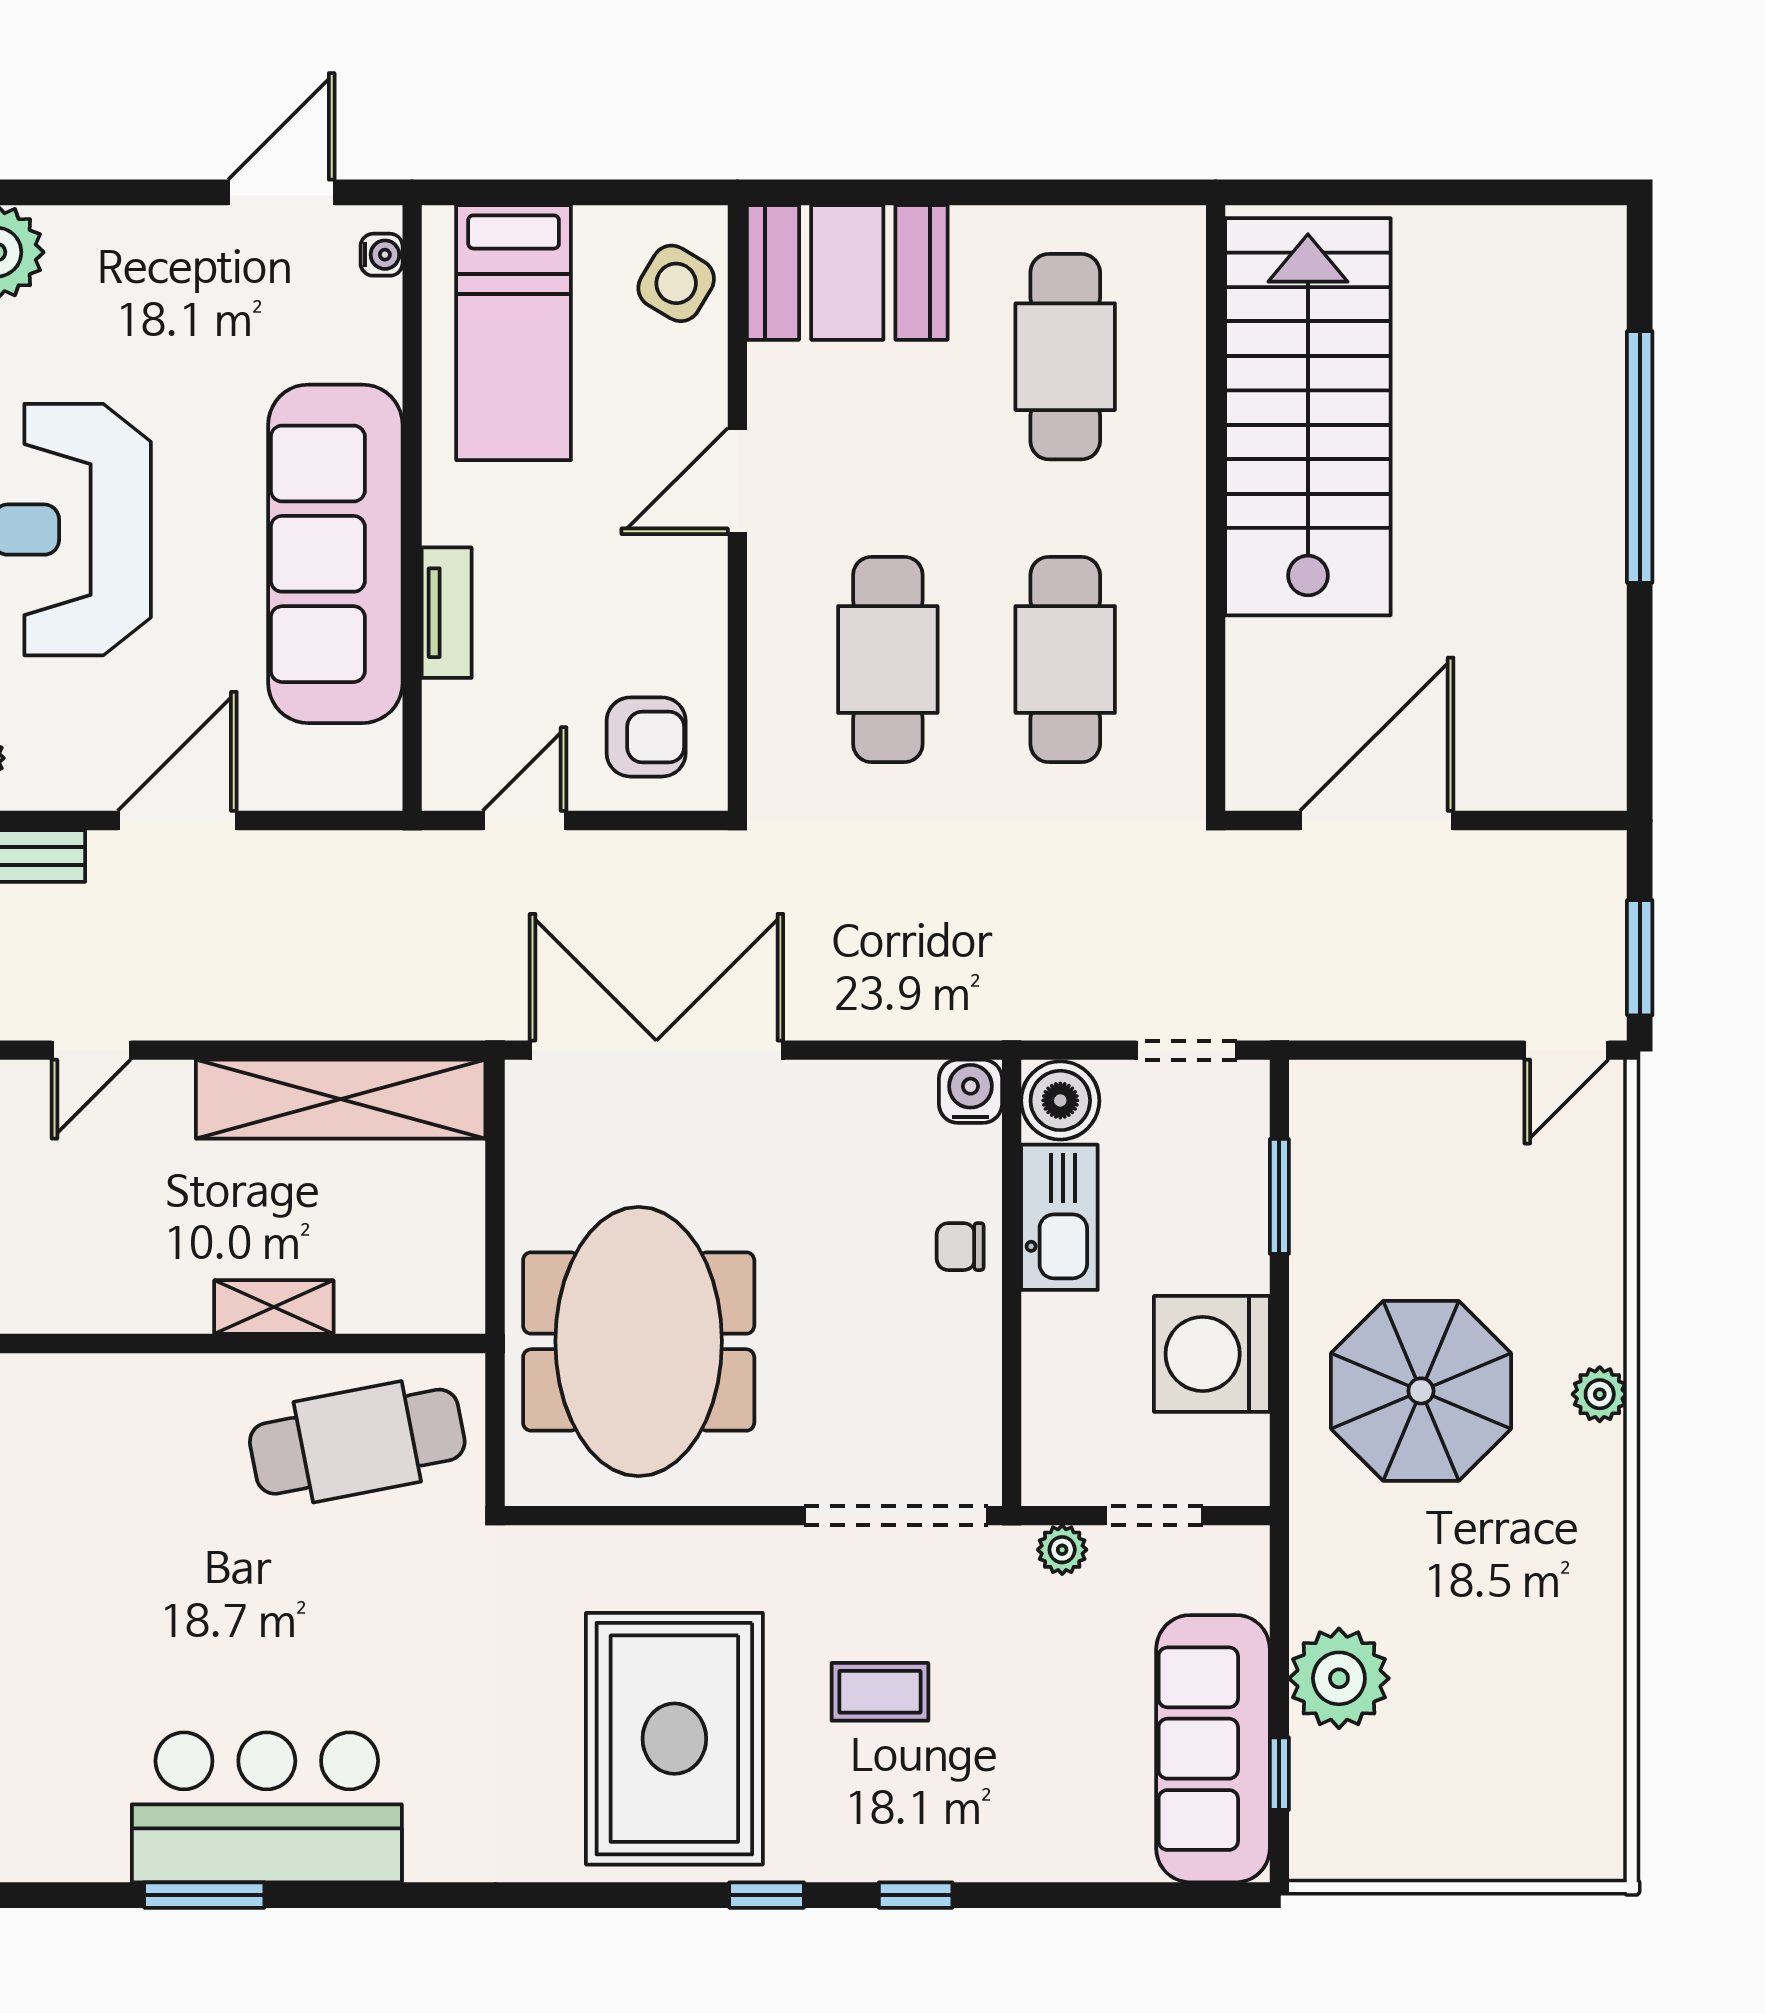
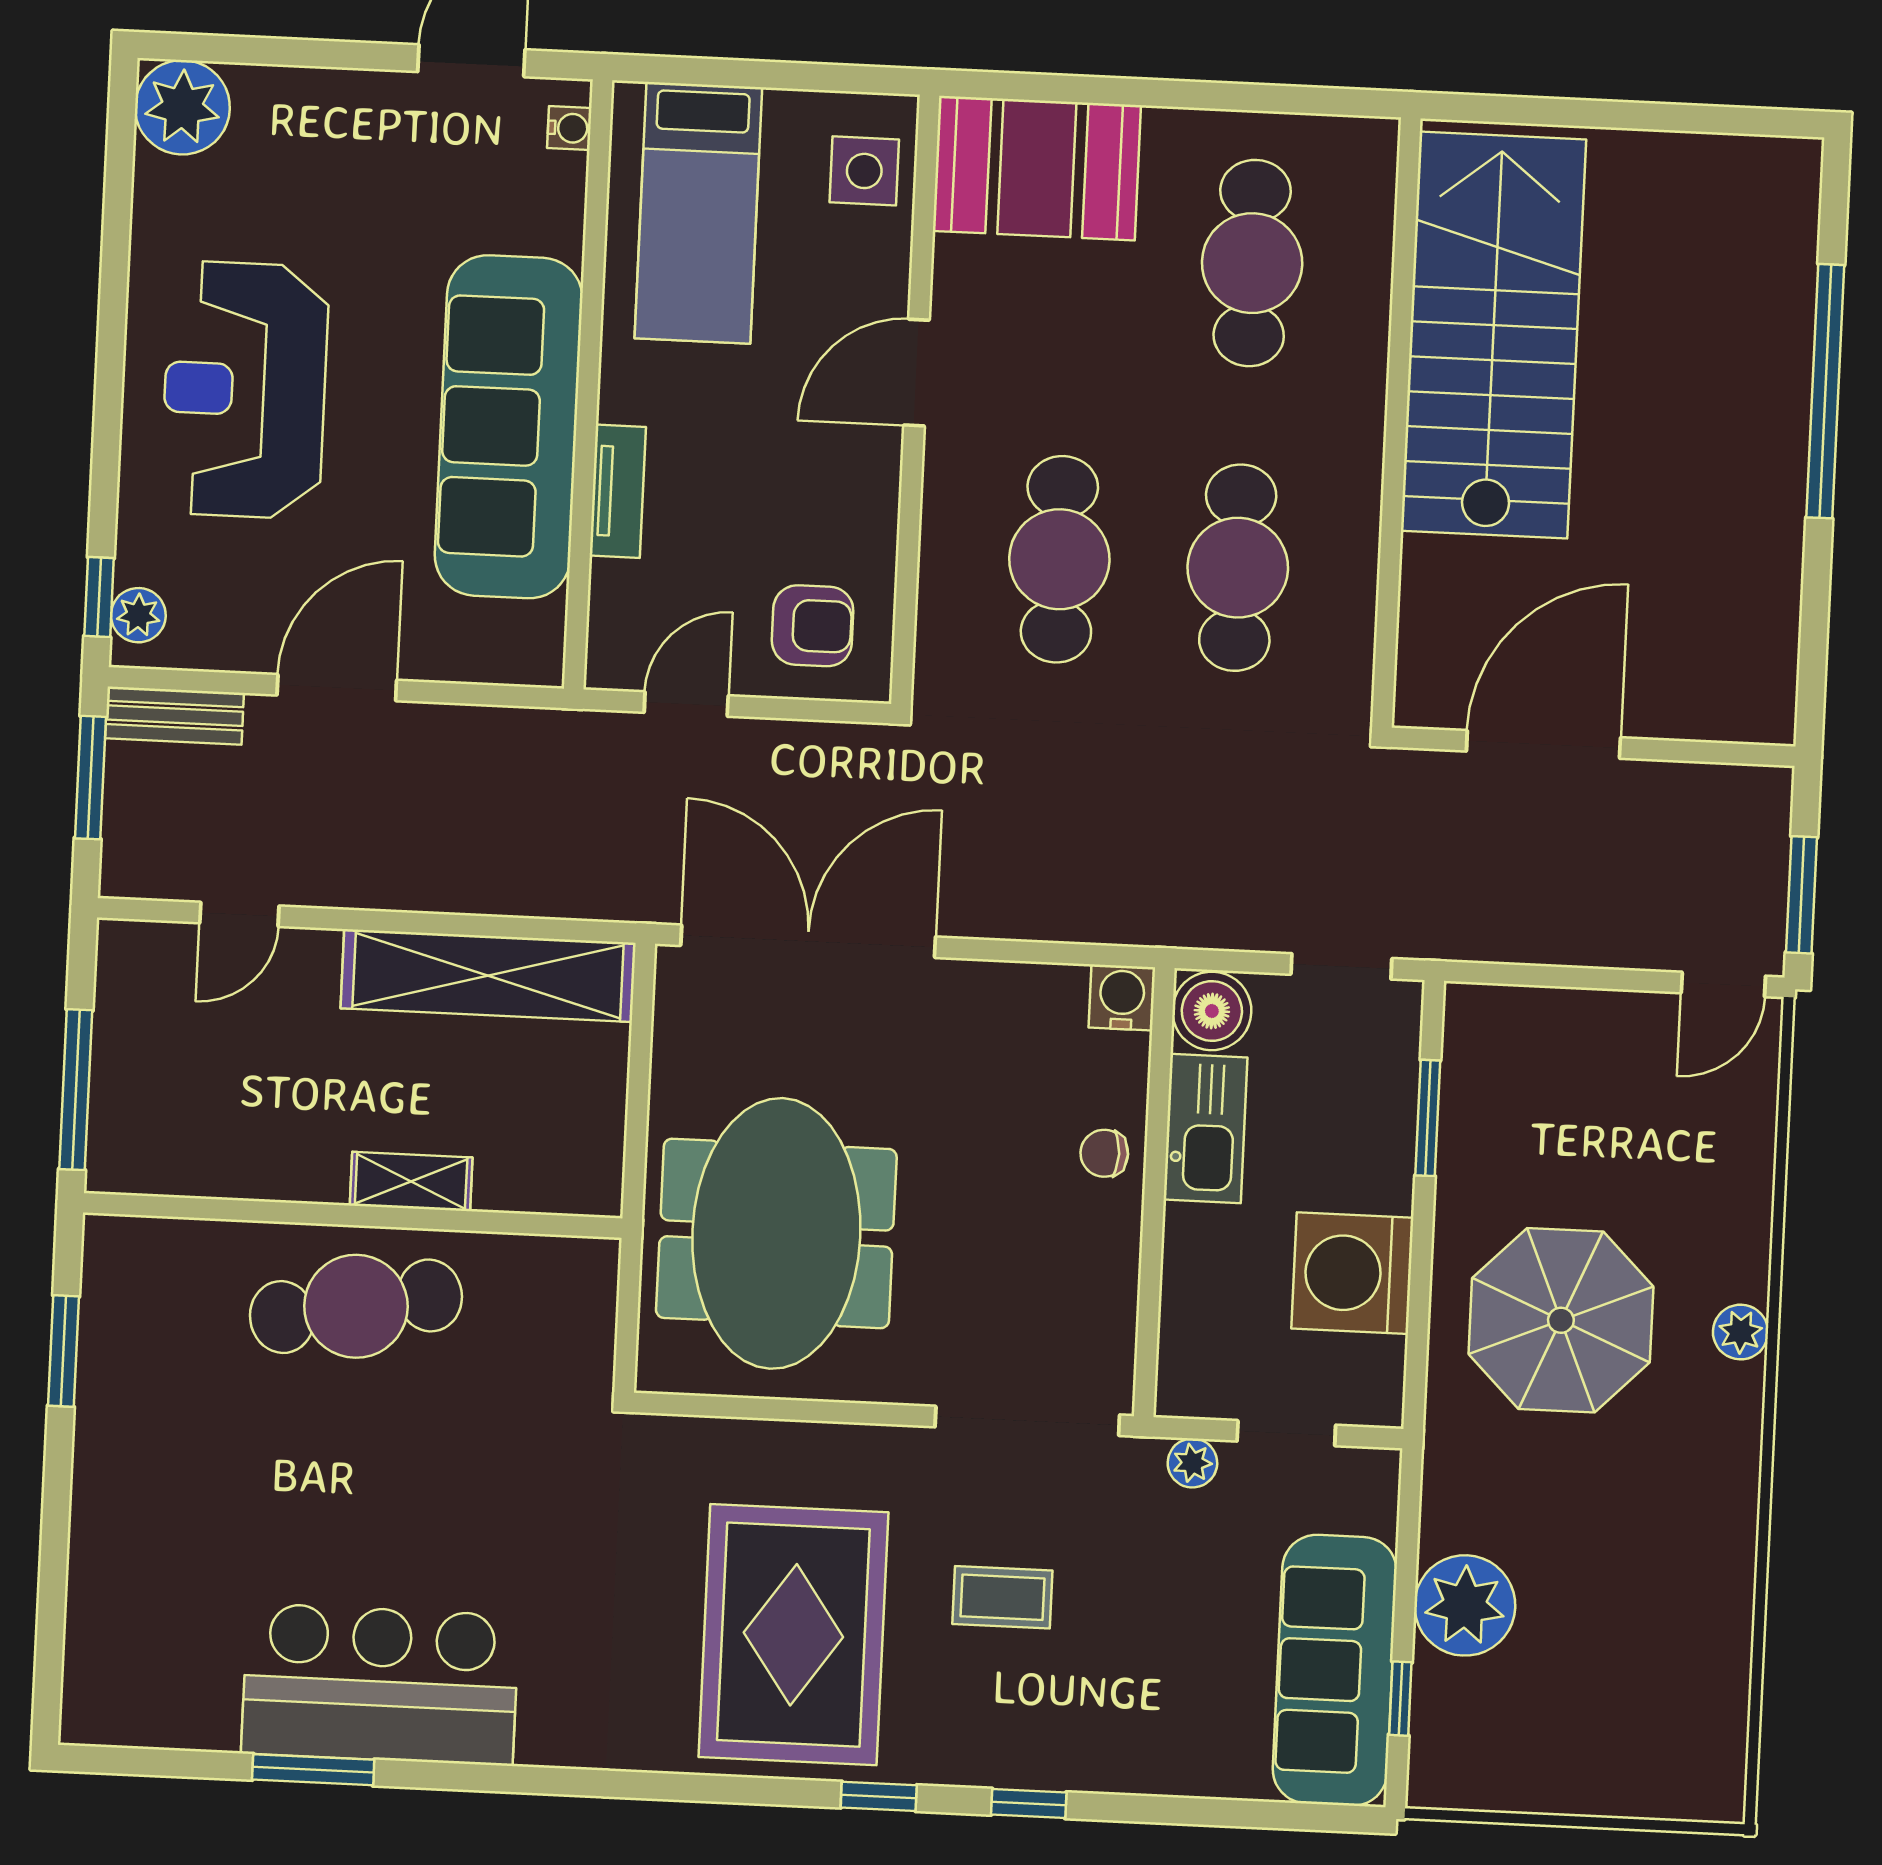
side table: (676, 283) -> (864, 171), turned -31
cafe table: (357, 1442) -> (356, 1306), moved

